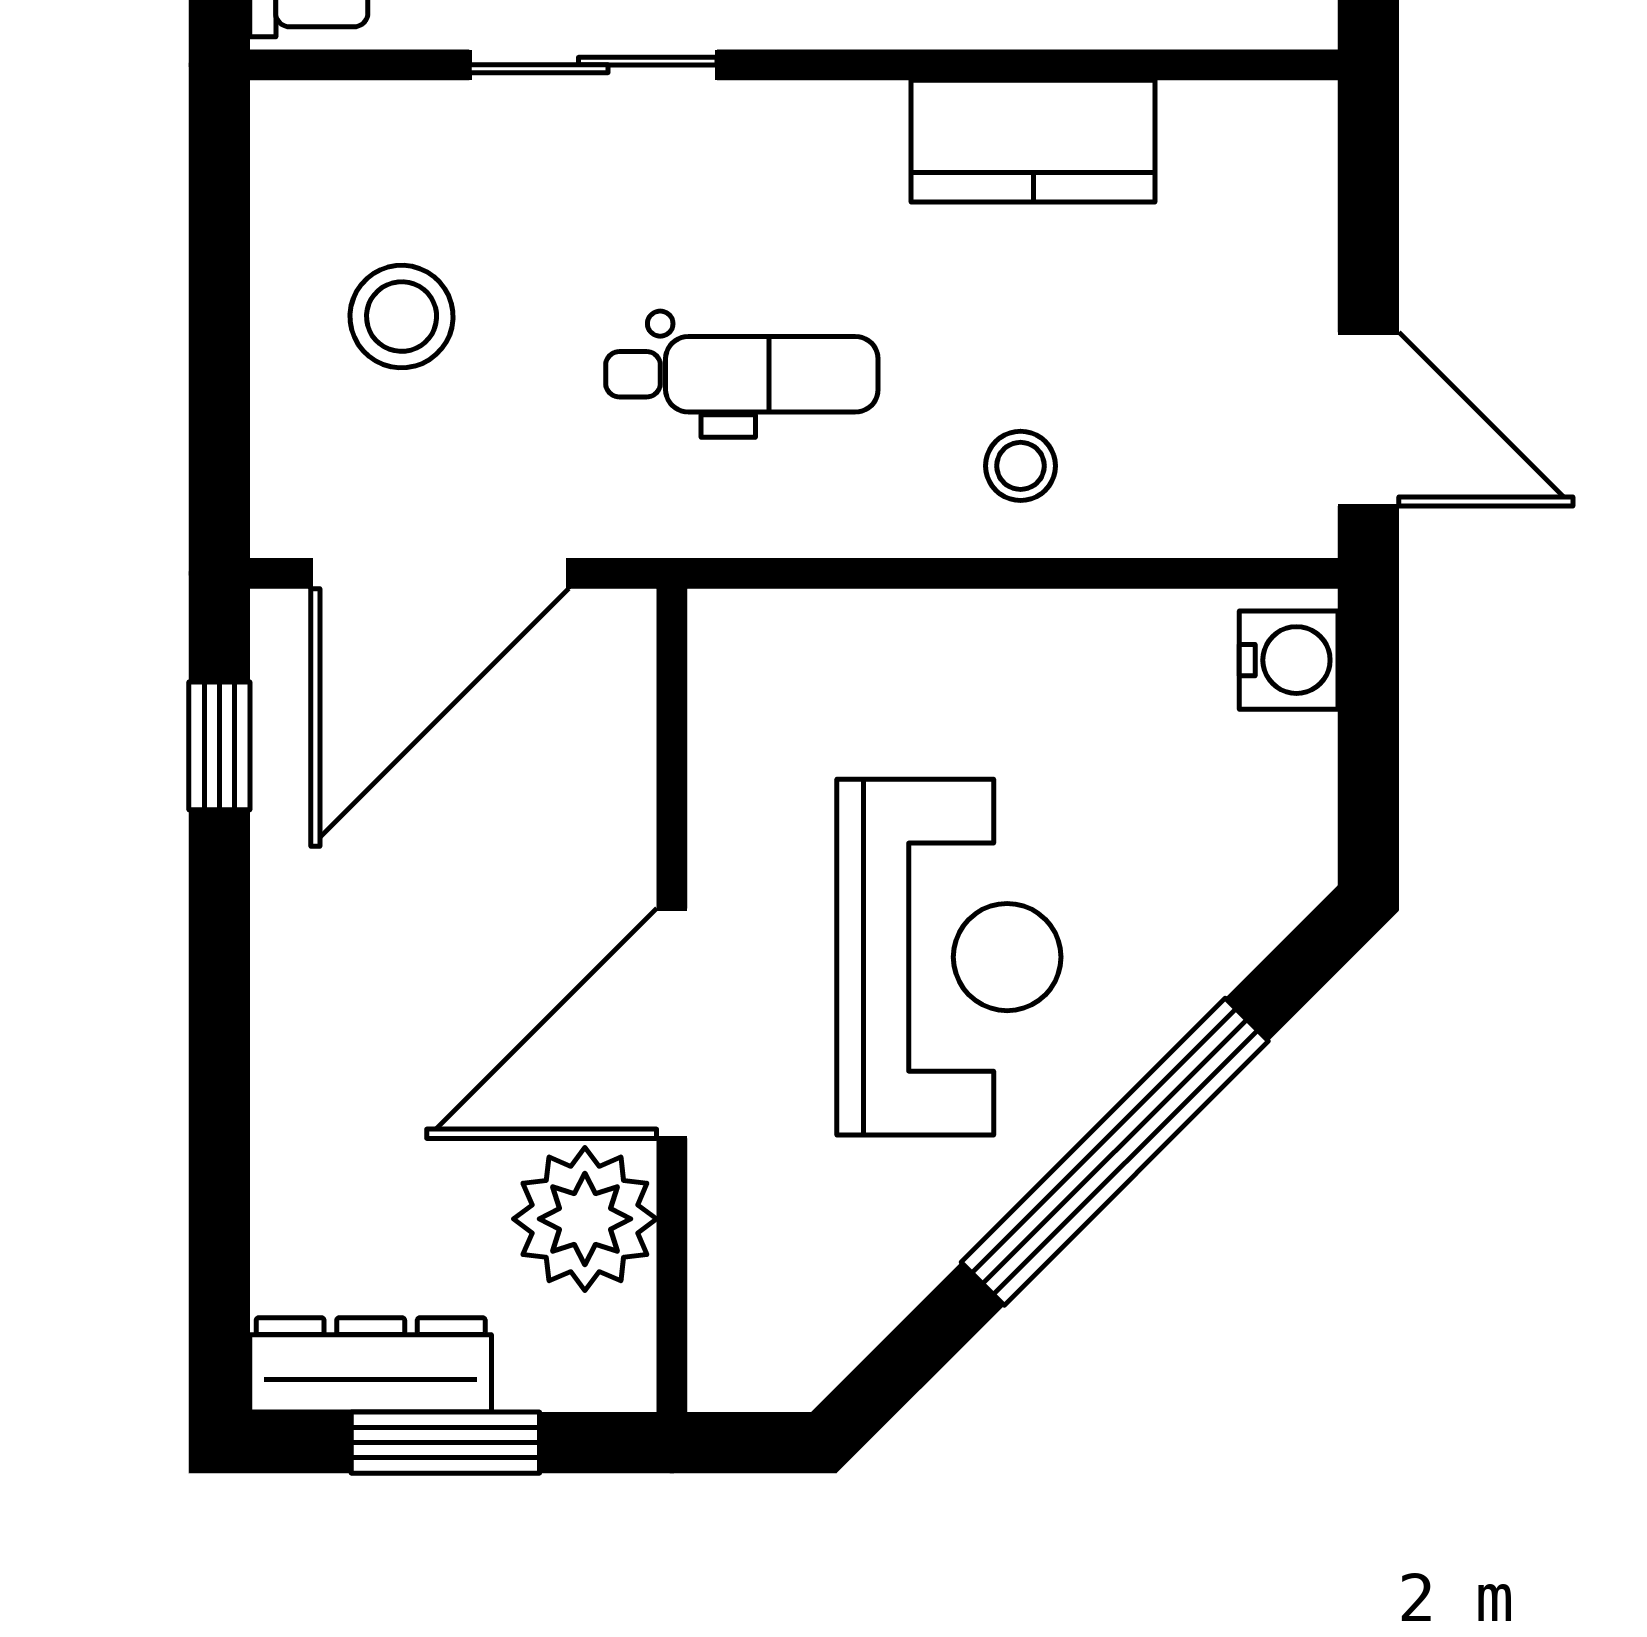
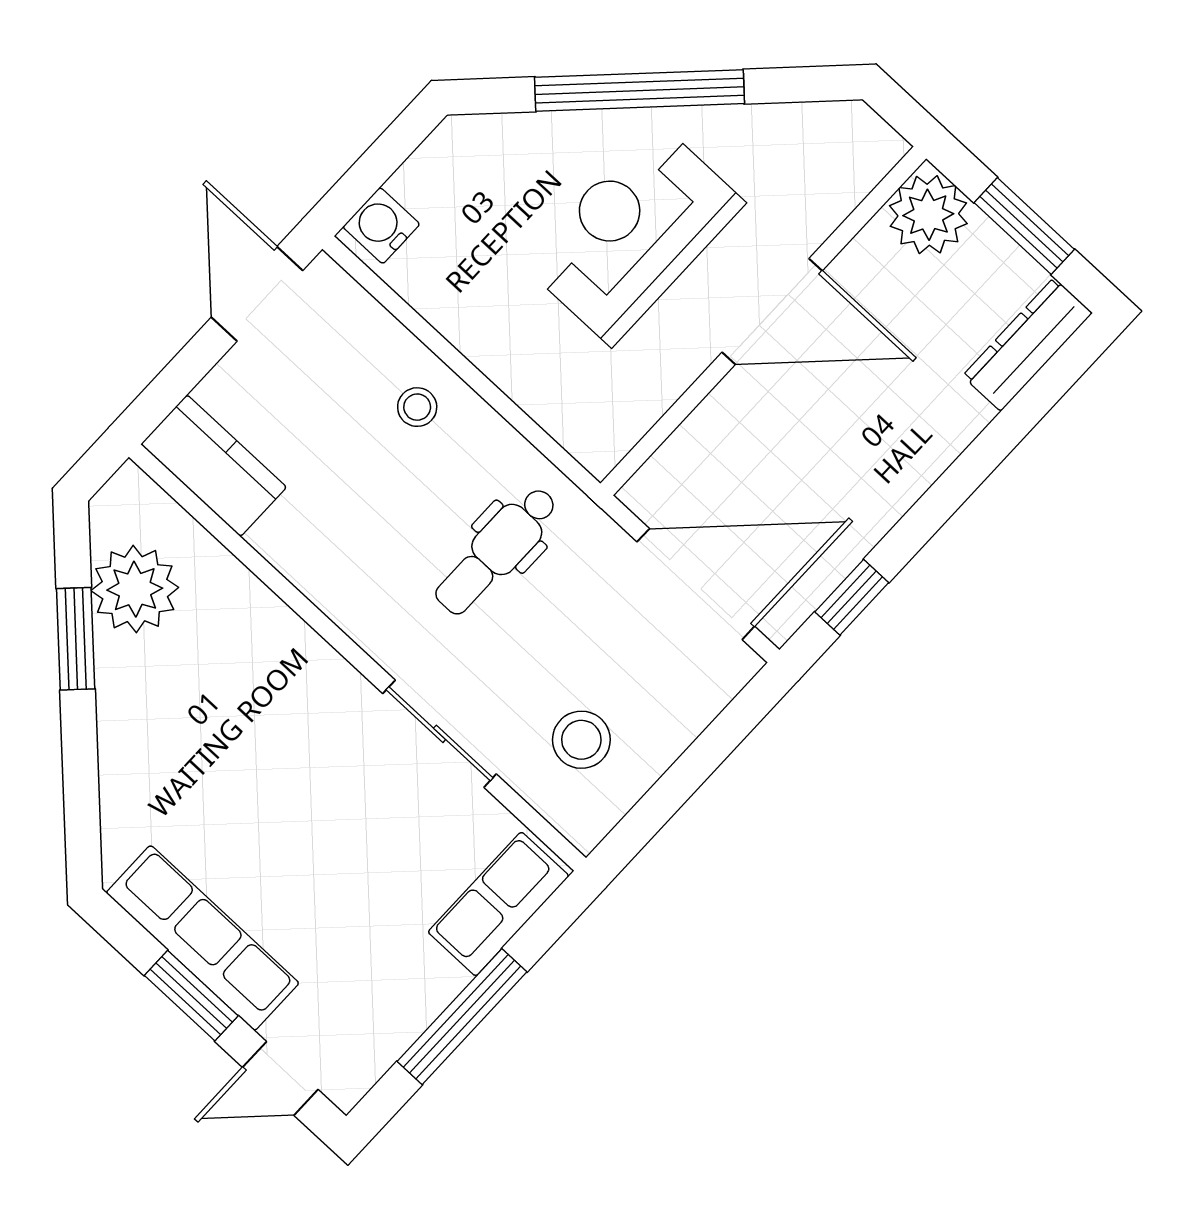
kitchen counter: (1033, 141) -> (214, 466), moved
stool: (402, 317) -> (581, 740), moved
dental chair: (742, 374) -> (496, 551), turned -90
plant: (585, 1219) -> (928, 215), moved
dresser: (371, 1365) -> (1027, 344), moved, turned 90

